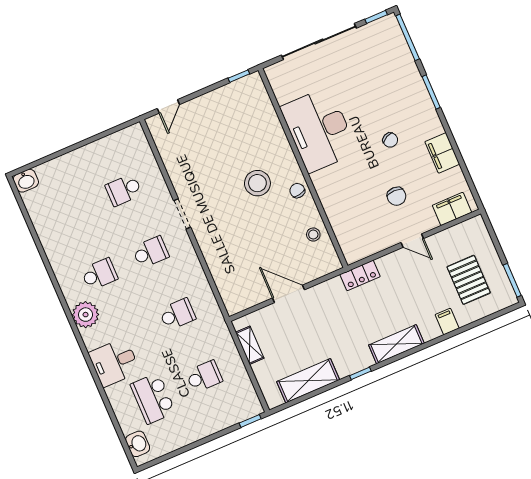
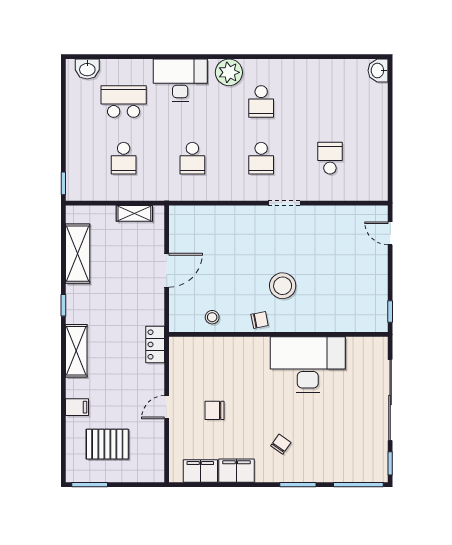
chair: (390, 140) -> (281, 444), moved, turned 151
filing cabinet: (452, 209) -> (200, 471), moved, turned -90
desk: (114, 362) -> (180, 80), width x1.37

